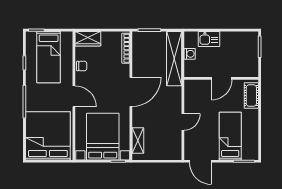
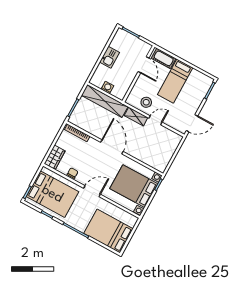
kitchen sink: (209, 39) -> (109, 57), moved
bed: (49, 57) -> (52, 194), width x1.50
door: (222, 78) -> (143, 65), moved
stool: (196, 102) -> (146, 102), added
door: (183, 122) -> (156, 120), hinge flipped
bed: (48, 136) -> (108, 231), width x0.73
bed: (230, 136) -> (175, 81), moved, turned -90
shelving: (138, 140) -> (136, 116), moved

